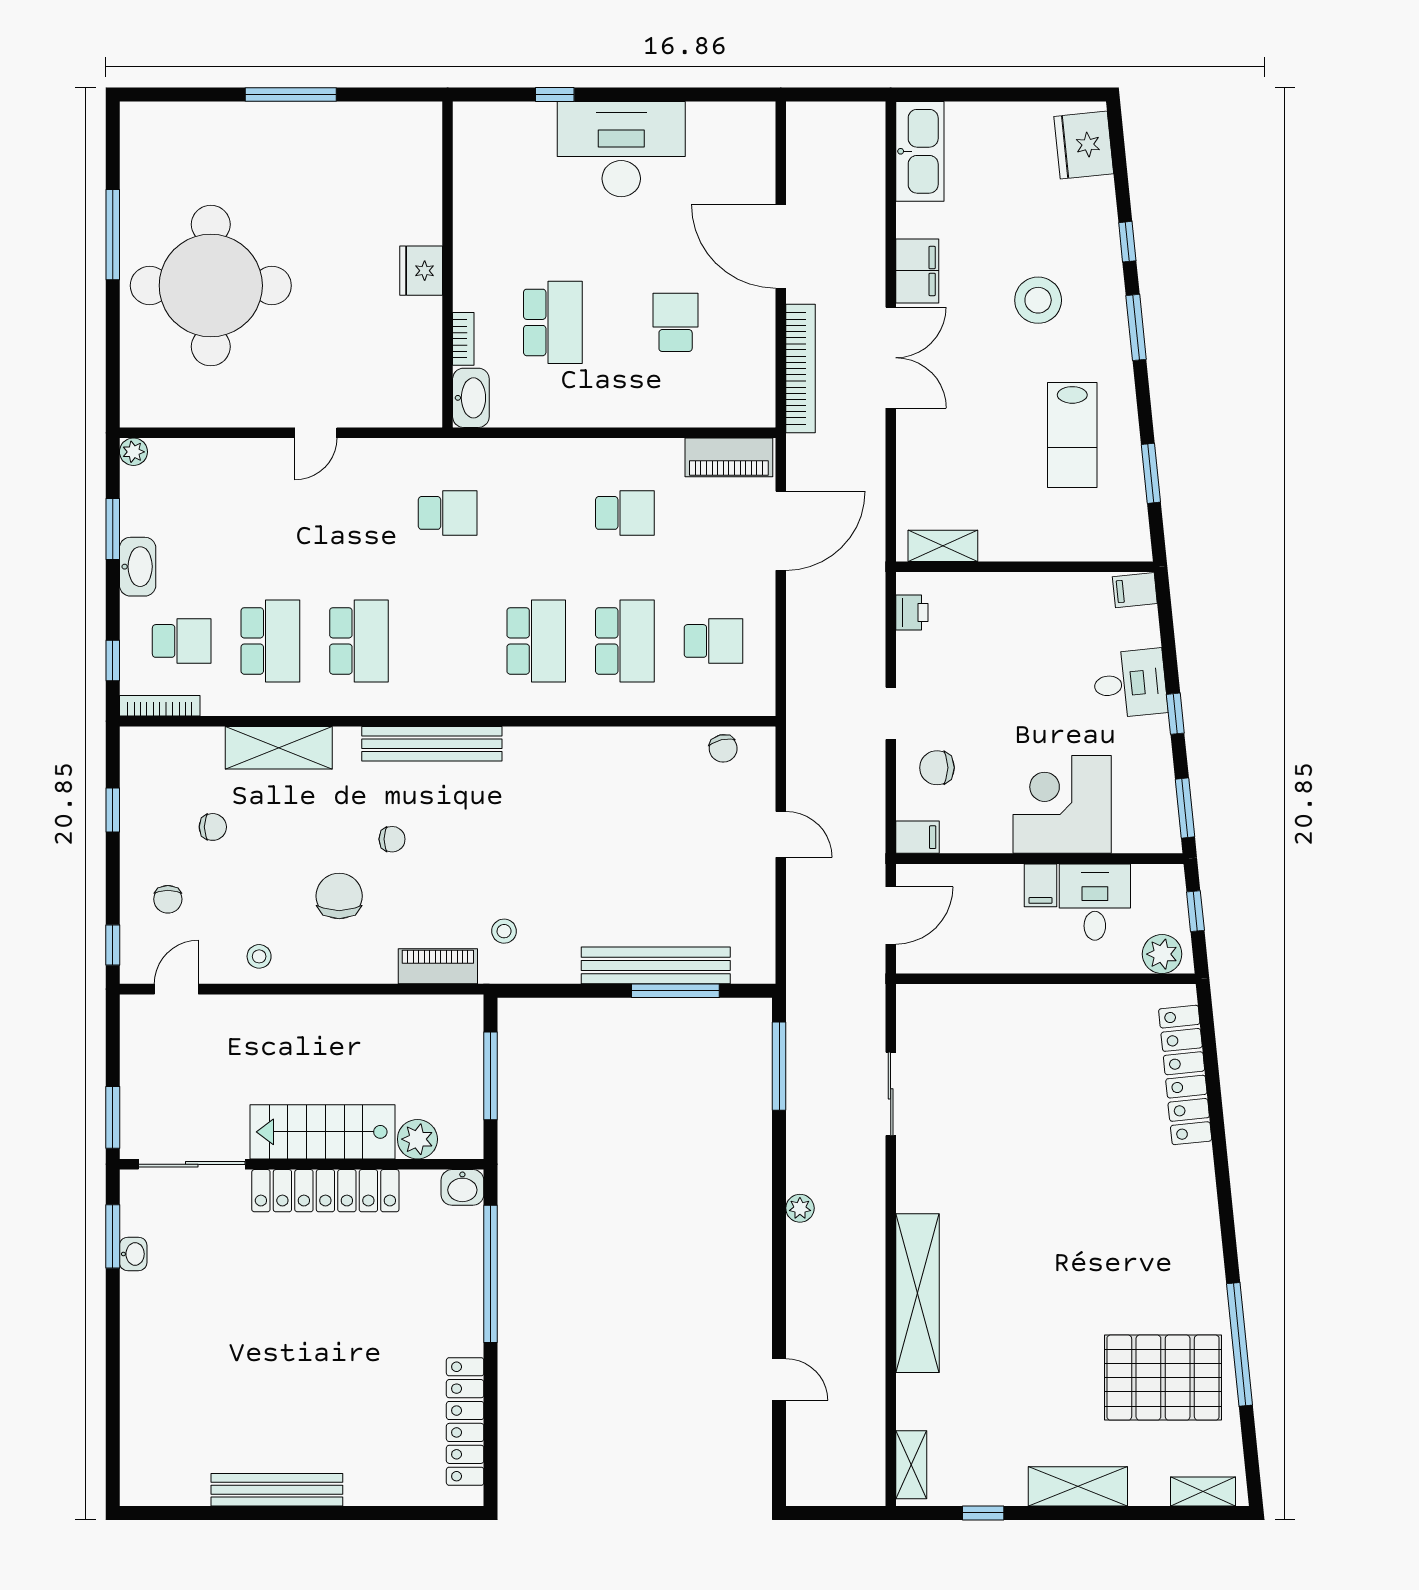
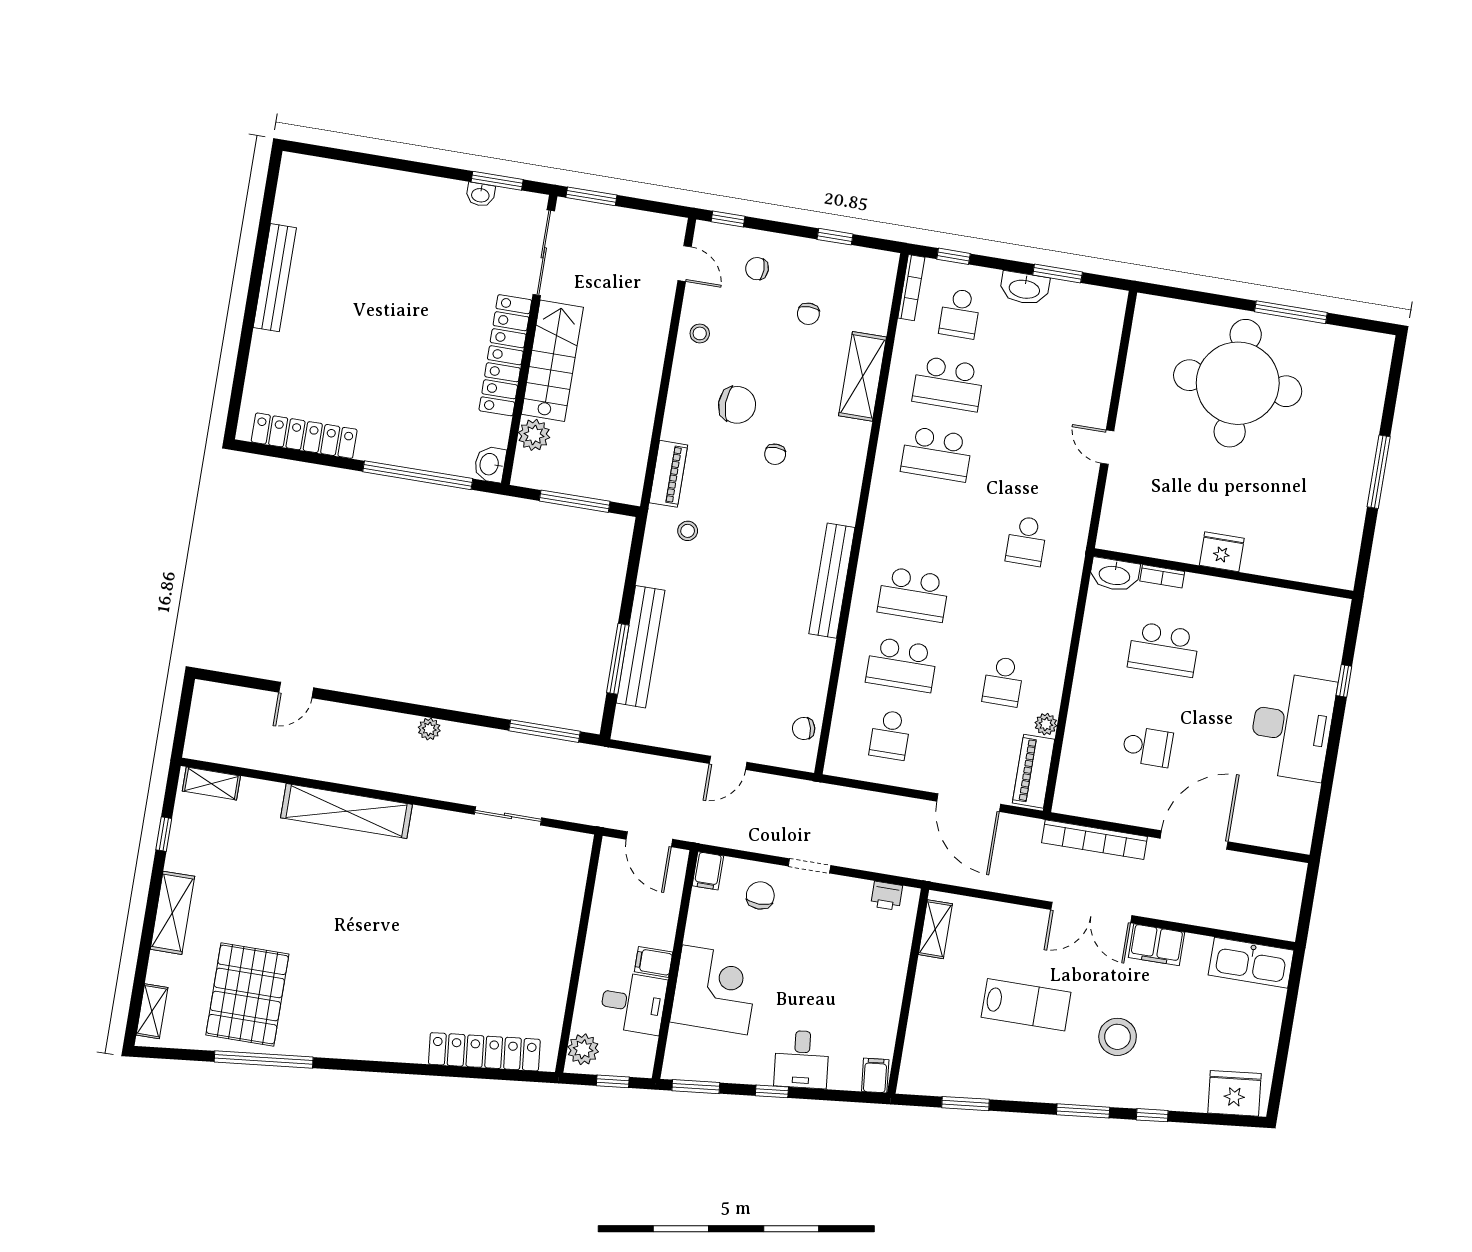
lab bench: (1072, 435) -> (1026, 1005), moved, turned 180
plant: (133, 452) -> (1046, 724), moved
bench: (432, 744) -> (832, 581), moved

